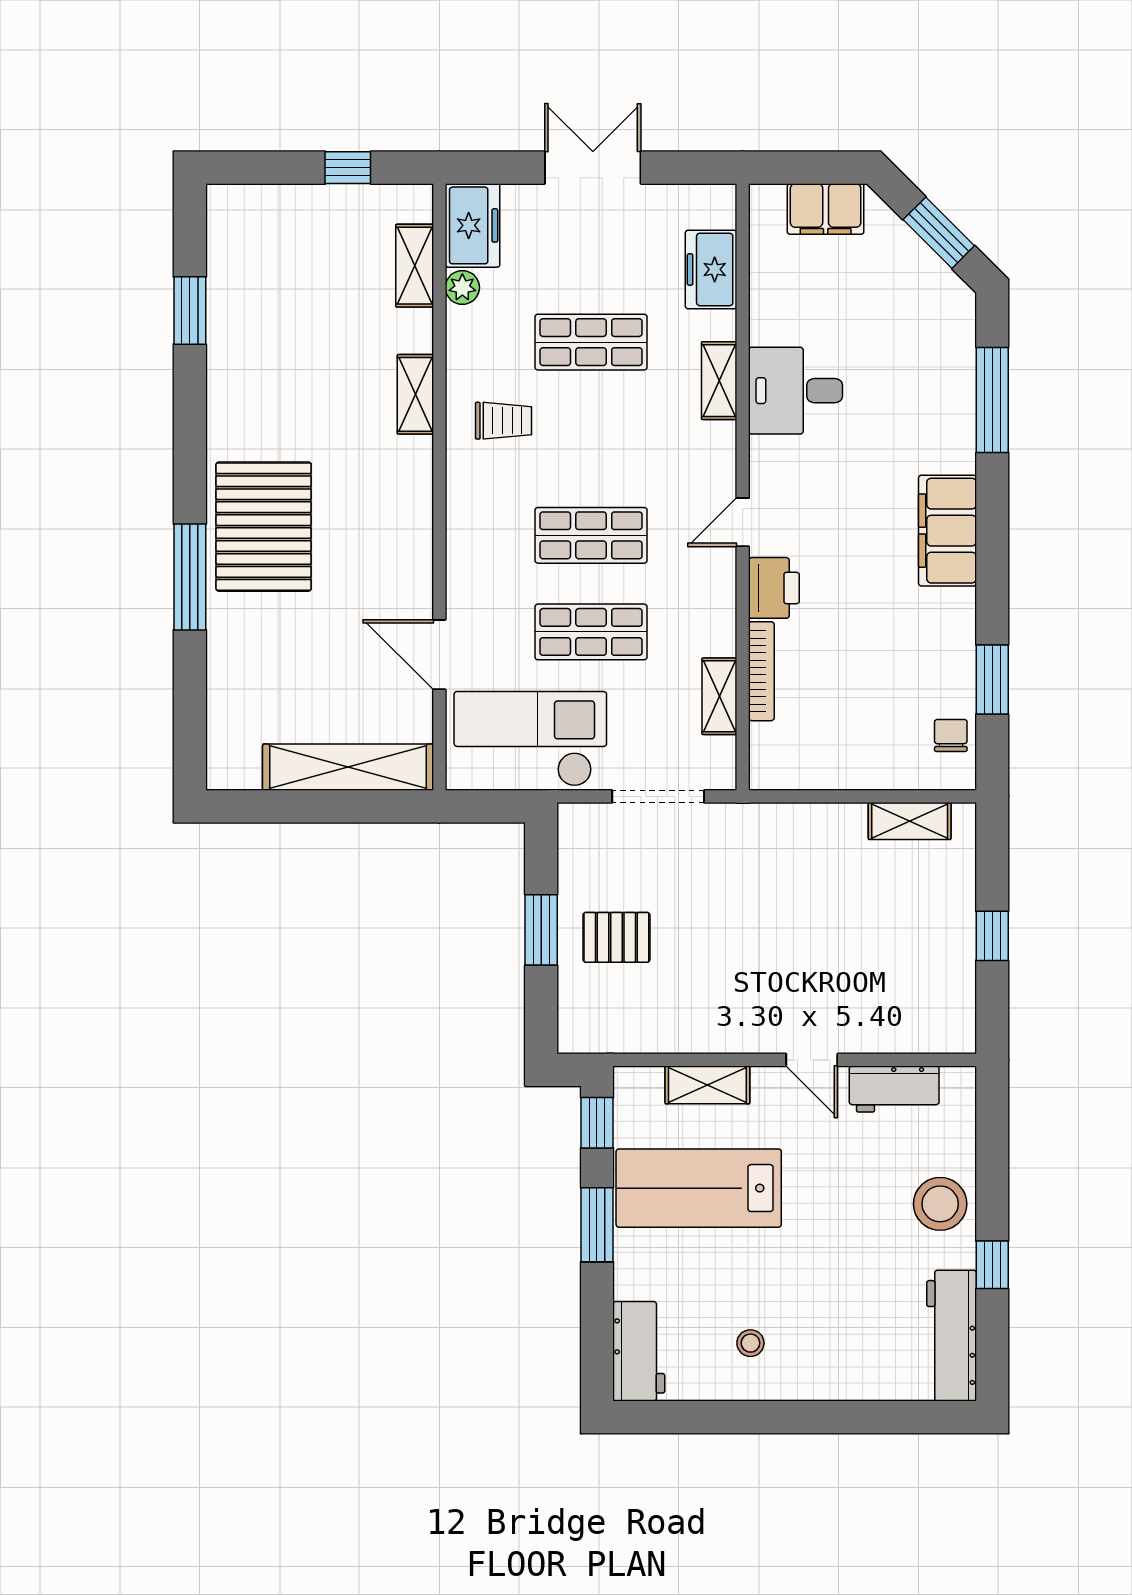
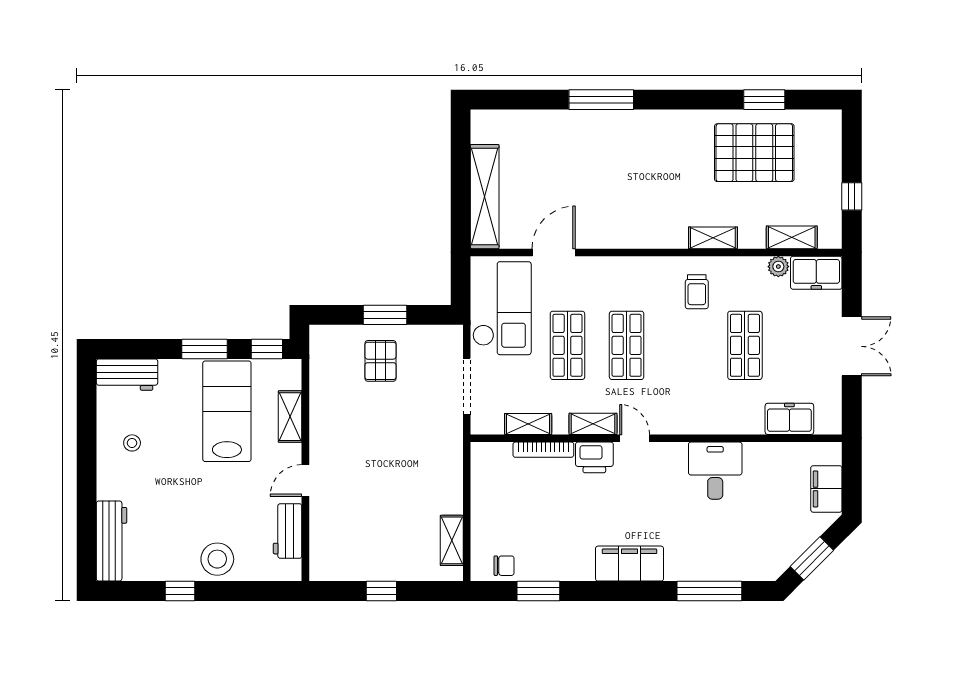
shelving: (719, 381) -> (593, 424), moved
pallet: (264, 527) -> (754, 153), moved
workbench: (952, 1336) -> (112, 541), moved, turned 90

